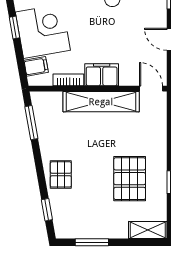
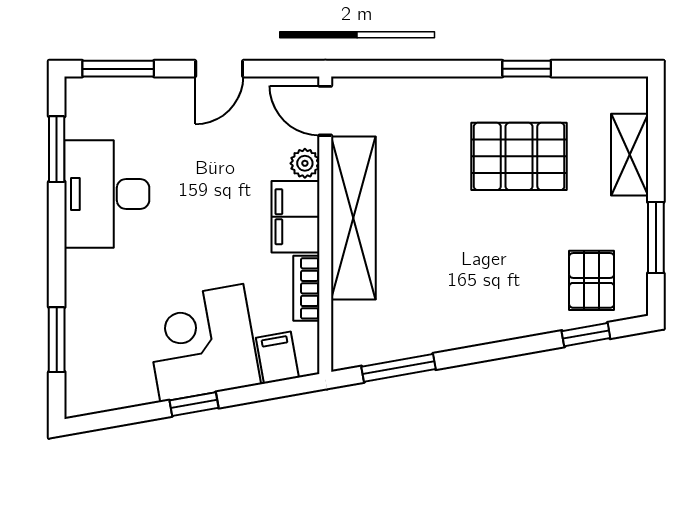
plant: (126, 79) -> (305, 163), added
door: (151, 89) -> (325, 111), hinge flipped
pallet: (61, 174) -> (592, 280), moved, turned 90
shelving: (148, 230) -> (630, 155), moved

